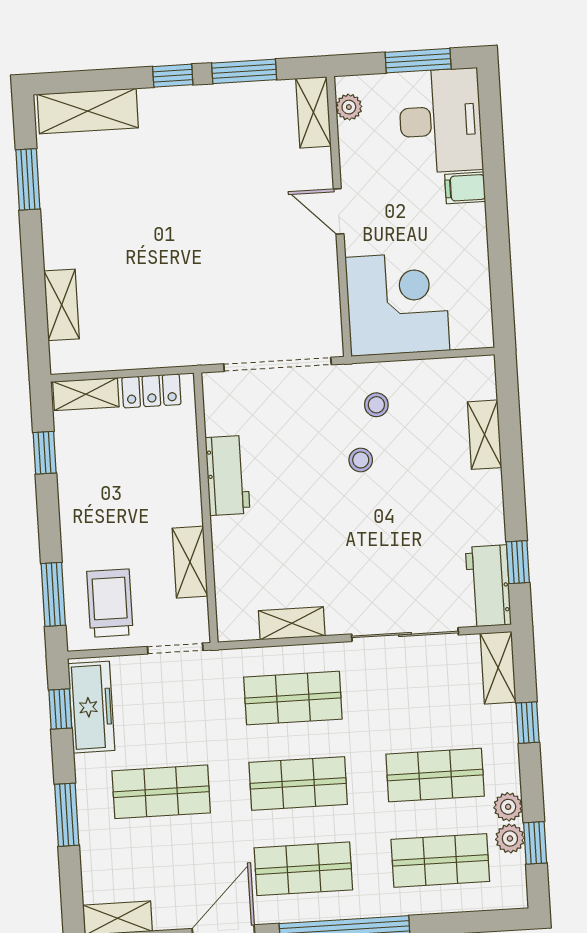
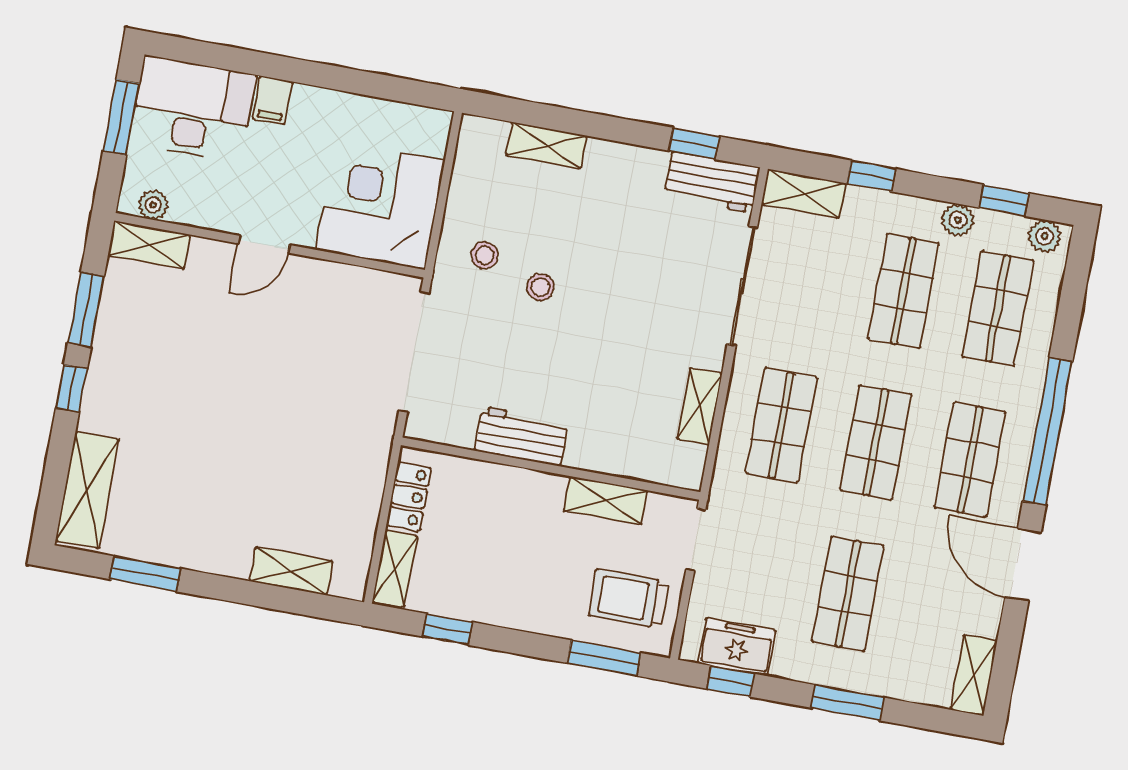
freezer: (91, 707) -> (737, 647), width x0.71
plant: (510, 839) -> (1045, 236), moved

